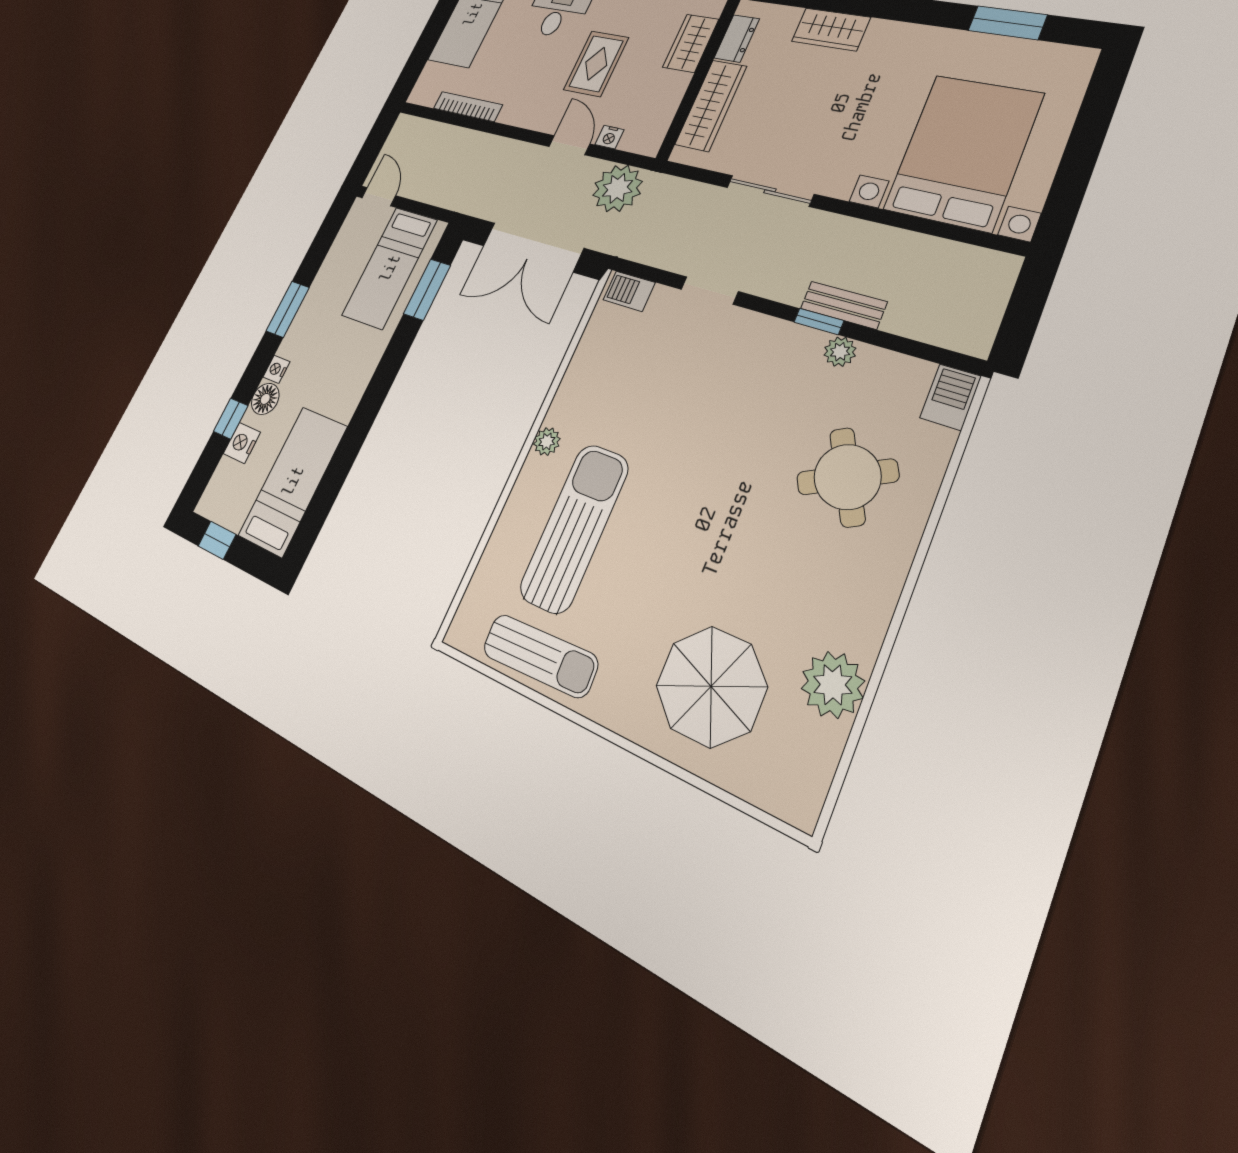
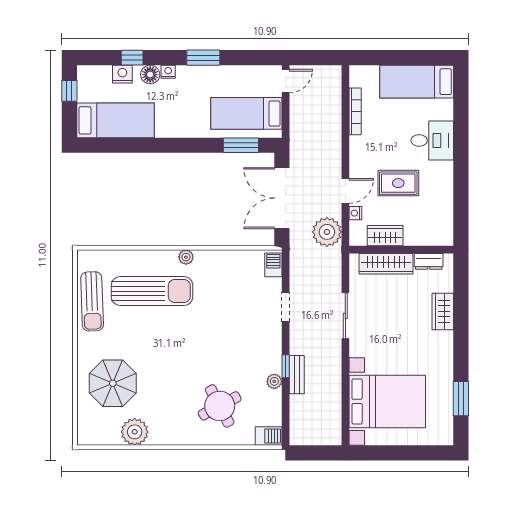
wardrobe: (691, 43) -> (385, 236), moved

